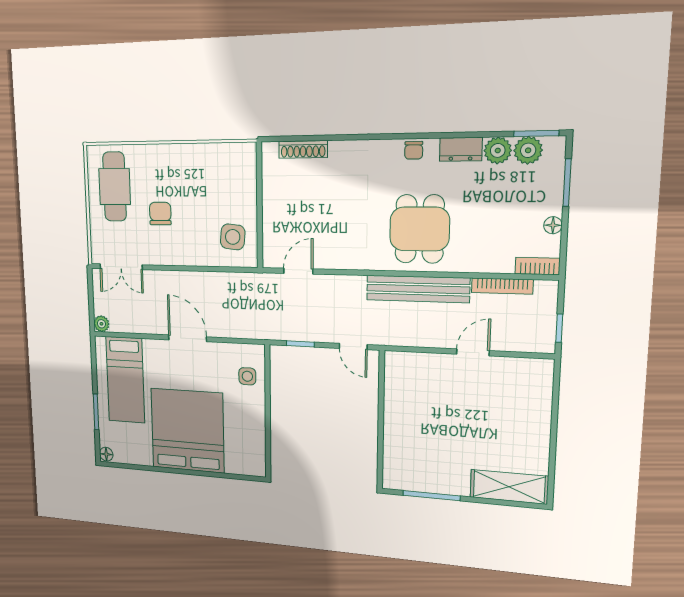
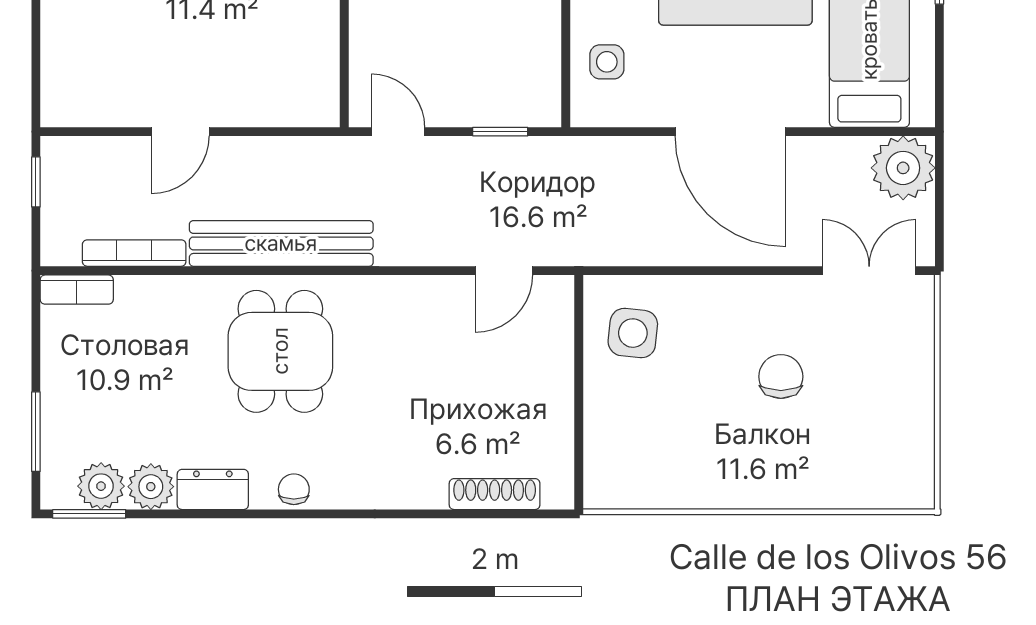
cafe table: (115, 187) -> (877, 429), removed
chair: (160, 214) -> (781, 377), turned 180
floor lamp: (553, 225) -> (55, 360), removed
plant: (101, 324) -> (903, 168), width x1.88, depth x1.88
door: (188, 338) -> (730, 132), width x1.36

